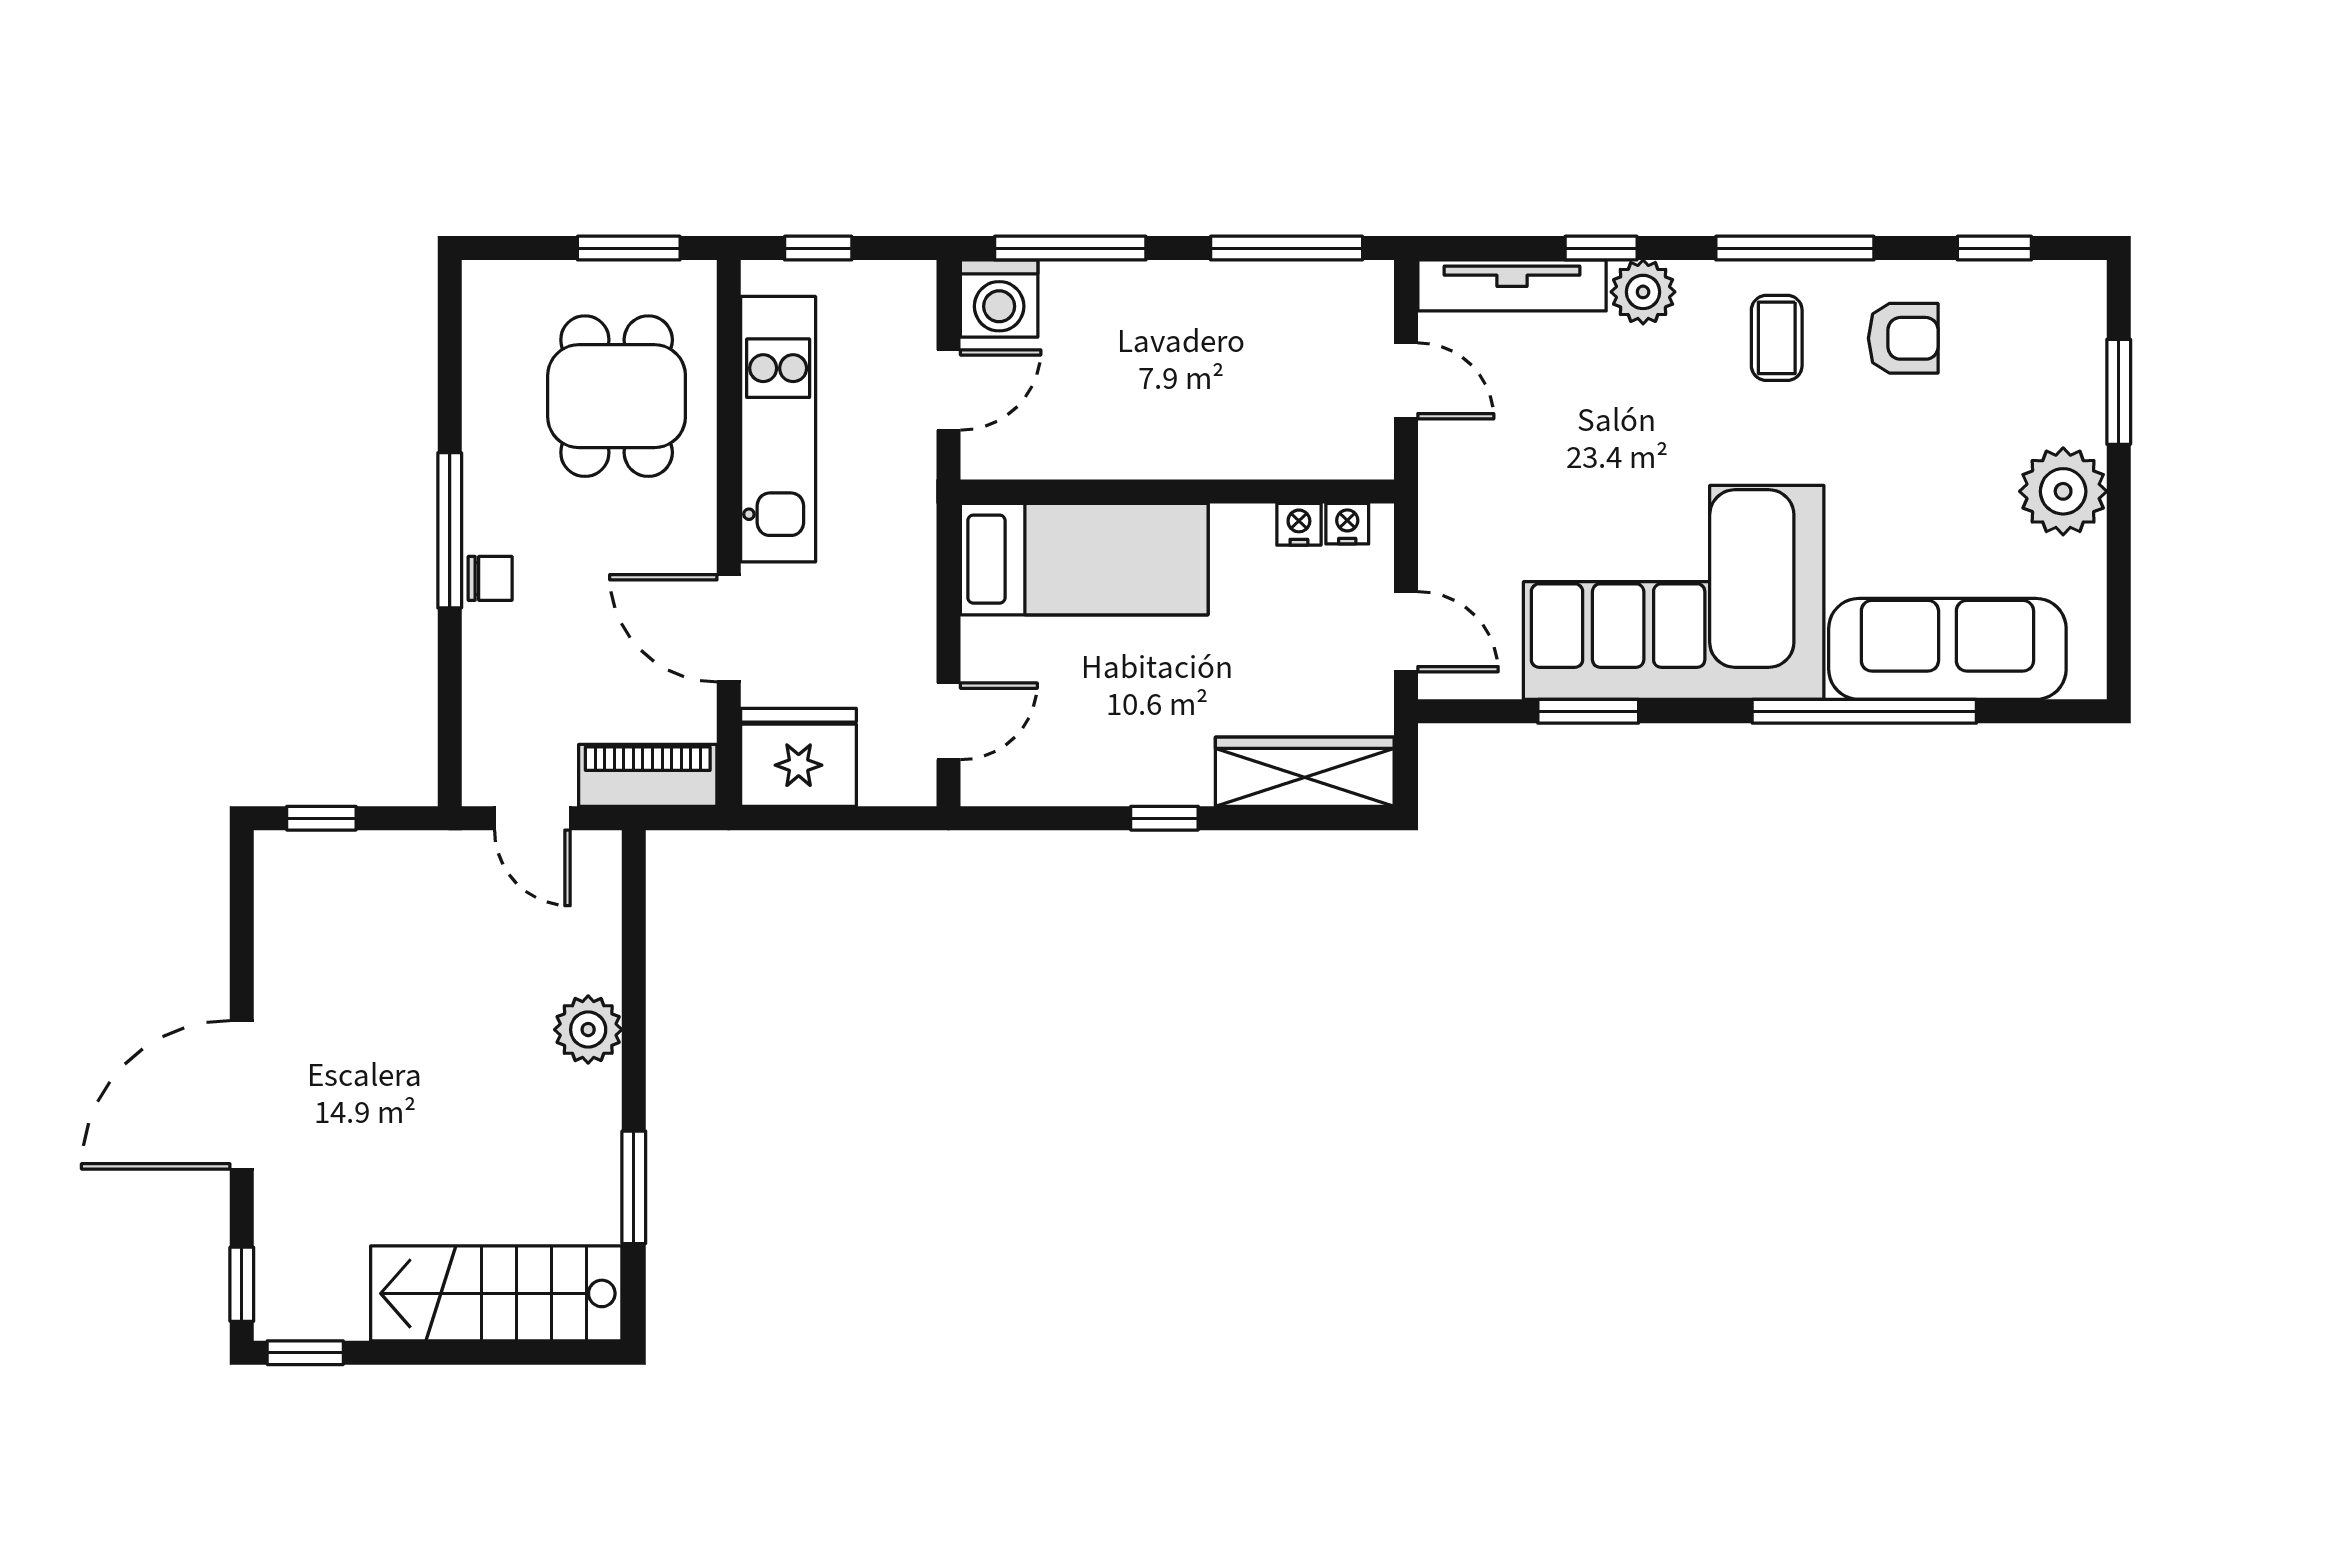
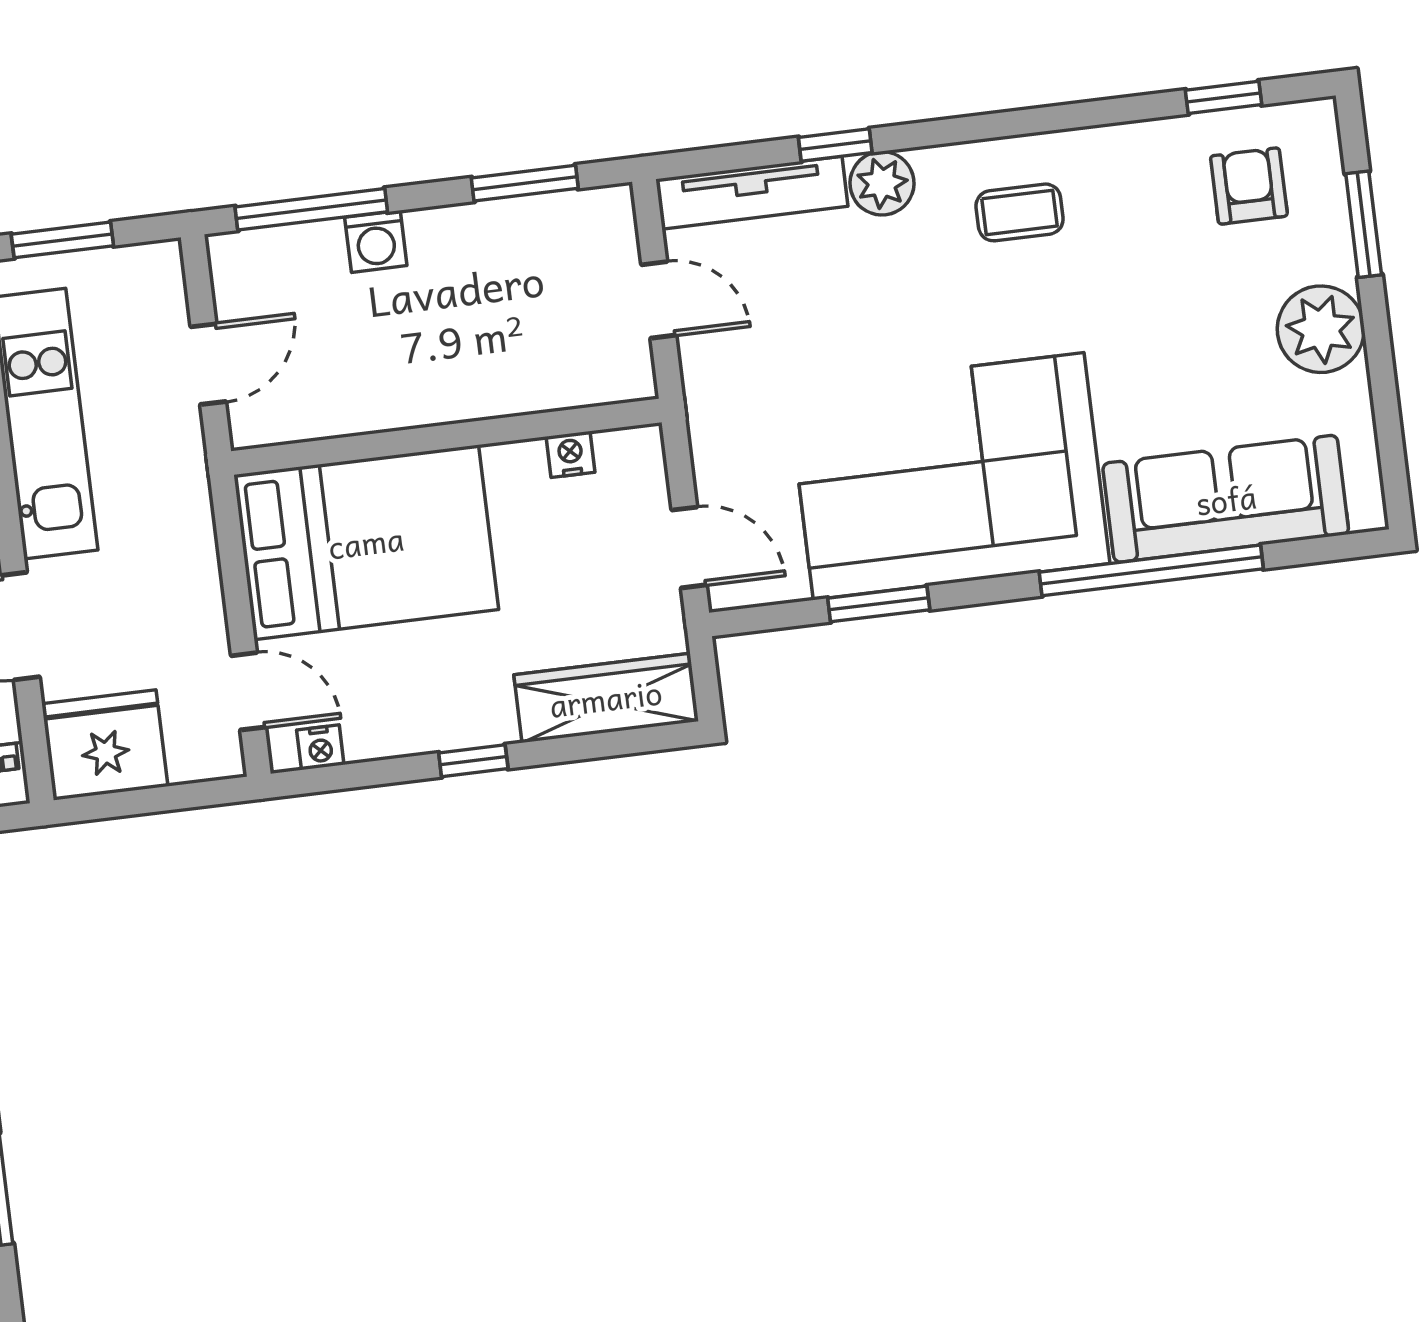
window: (818, 248) -> (62, 240), width x1.50
window: (1287, 248) -> (525, 183), width x0.69
window: (1795, 248) -> (1027, 122), removed
washing machine: (999, 299) -> (376, 241), moved, width x0.73, depth x0.73
coffee table: (1777, 338) -> (1020, 212), turned 90
armchair: (1903, 338) -> (1249, 186), moved, turned -90
nightstand: (1347, 524) -> (320, 747), moved, turned 180
bed: (1084, 559) -> (366, 542), width x1.50
door: (949, 721) -> (249, 691), hinge flipped

